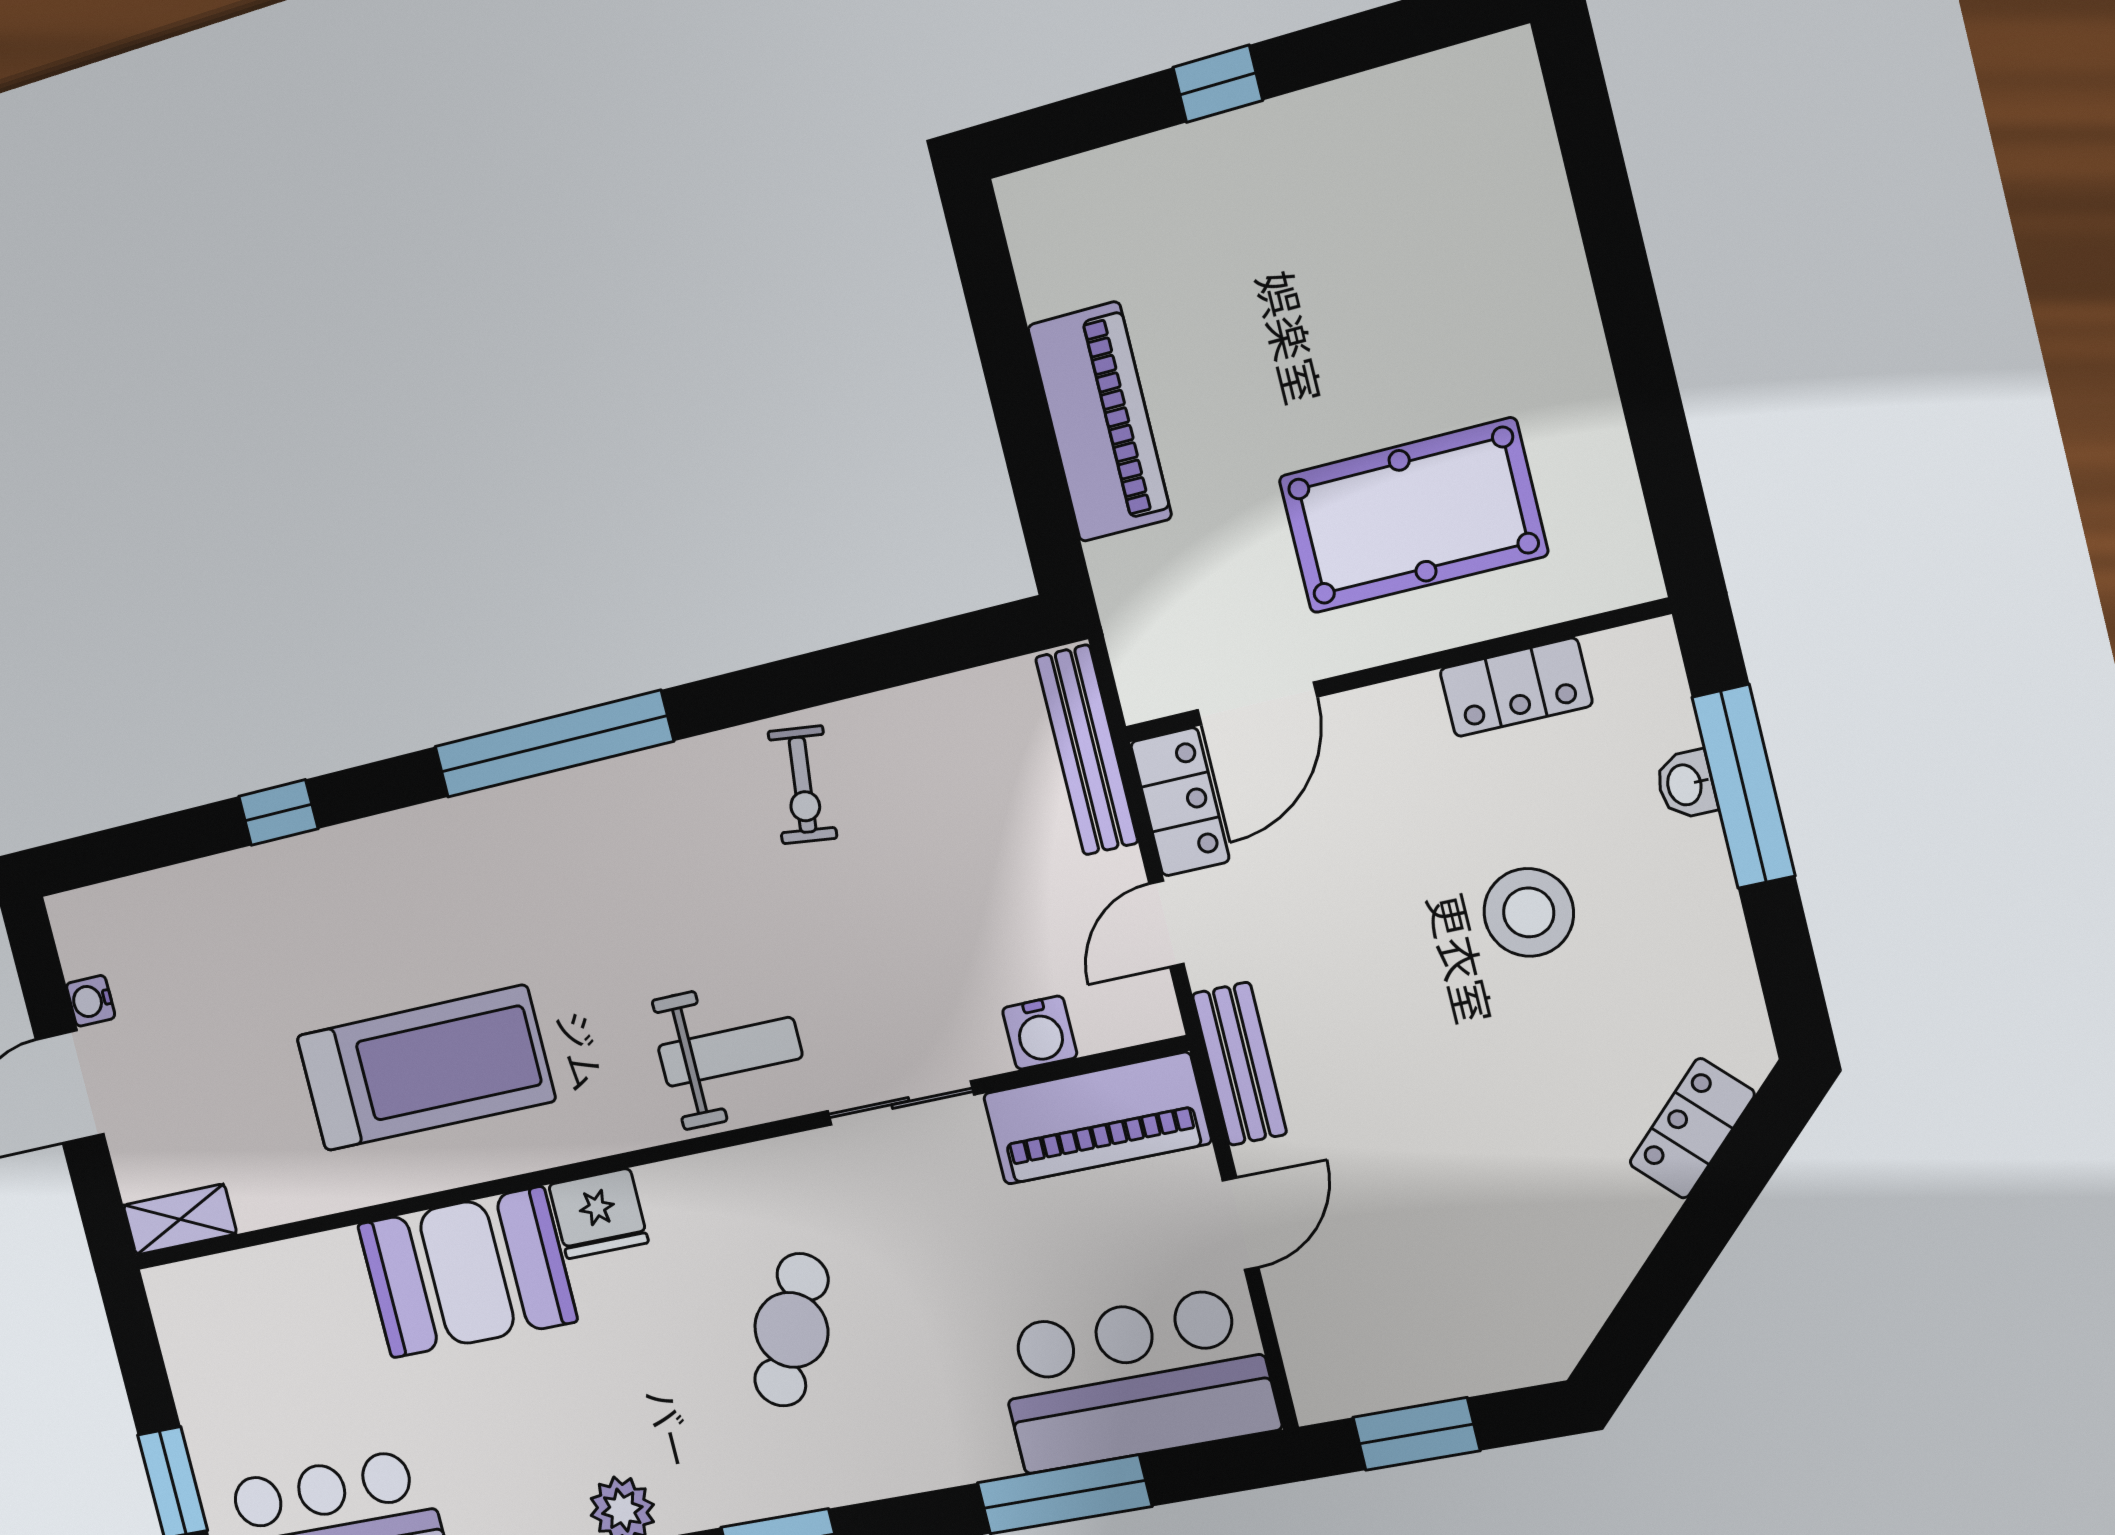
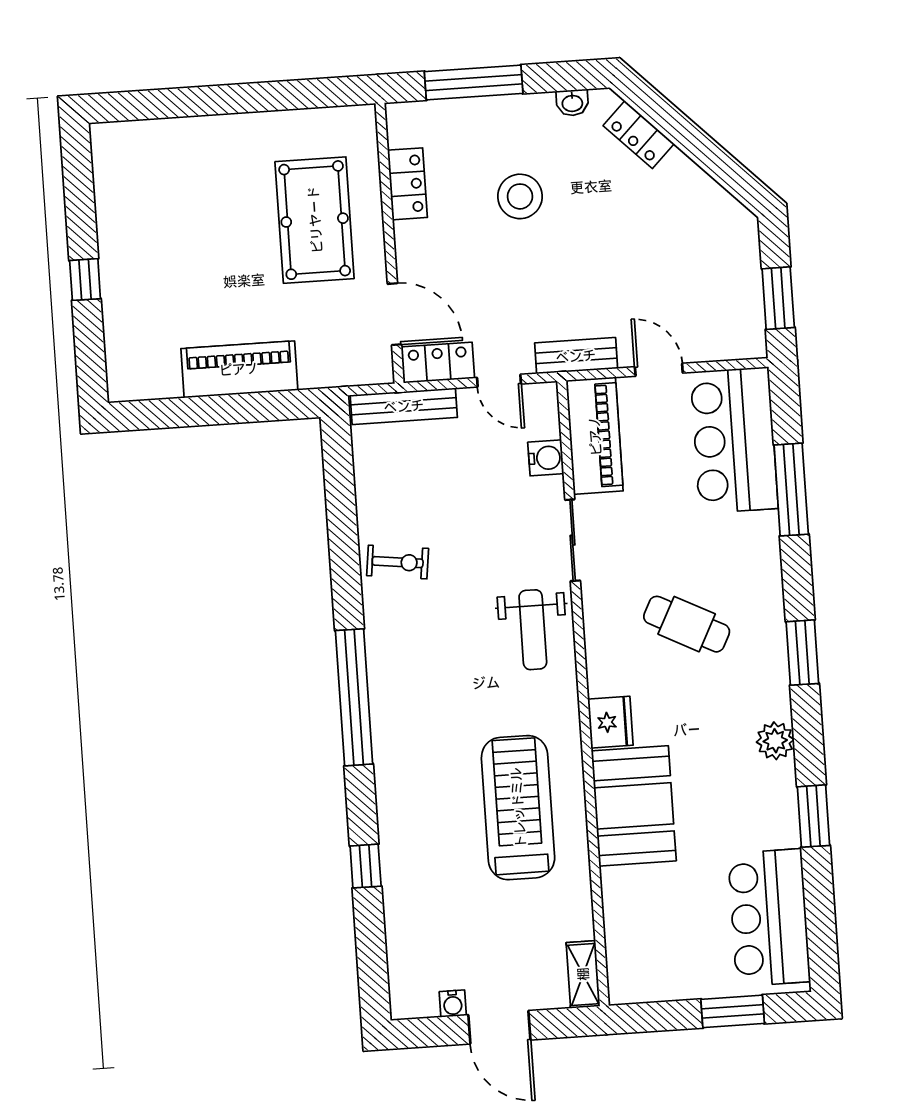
washbasin: (1686, 785) -> (572, 103), moved
weight bench: (730, 1052) -> (533, 630), turned 180

